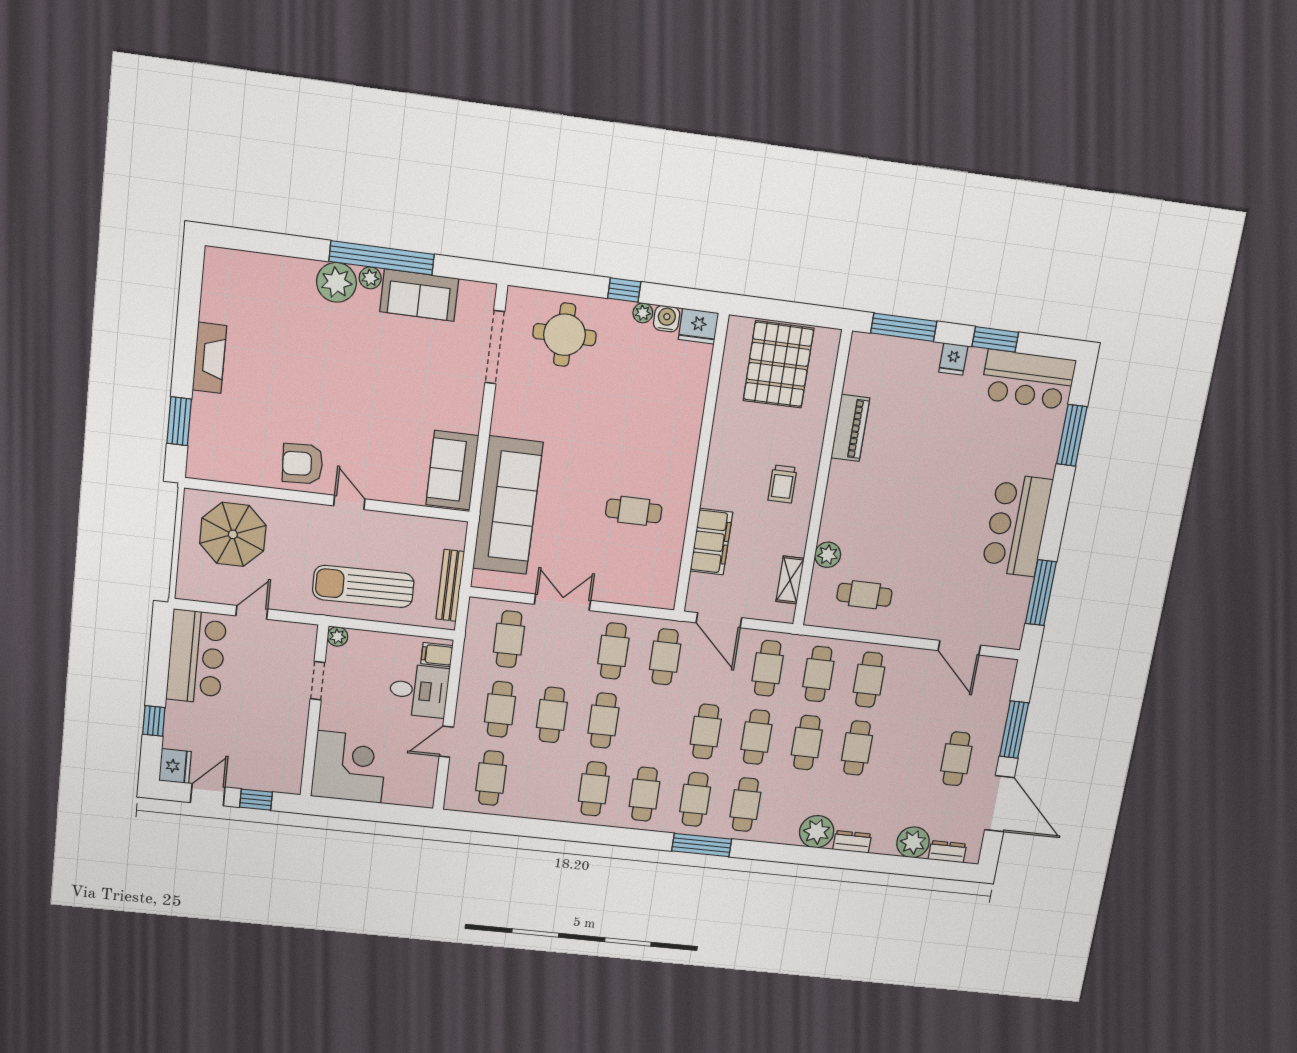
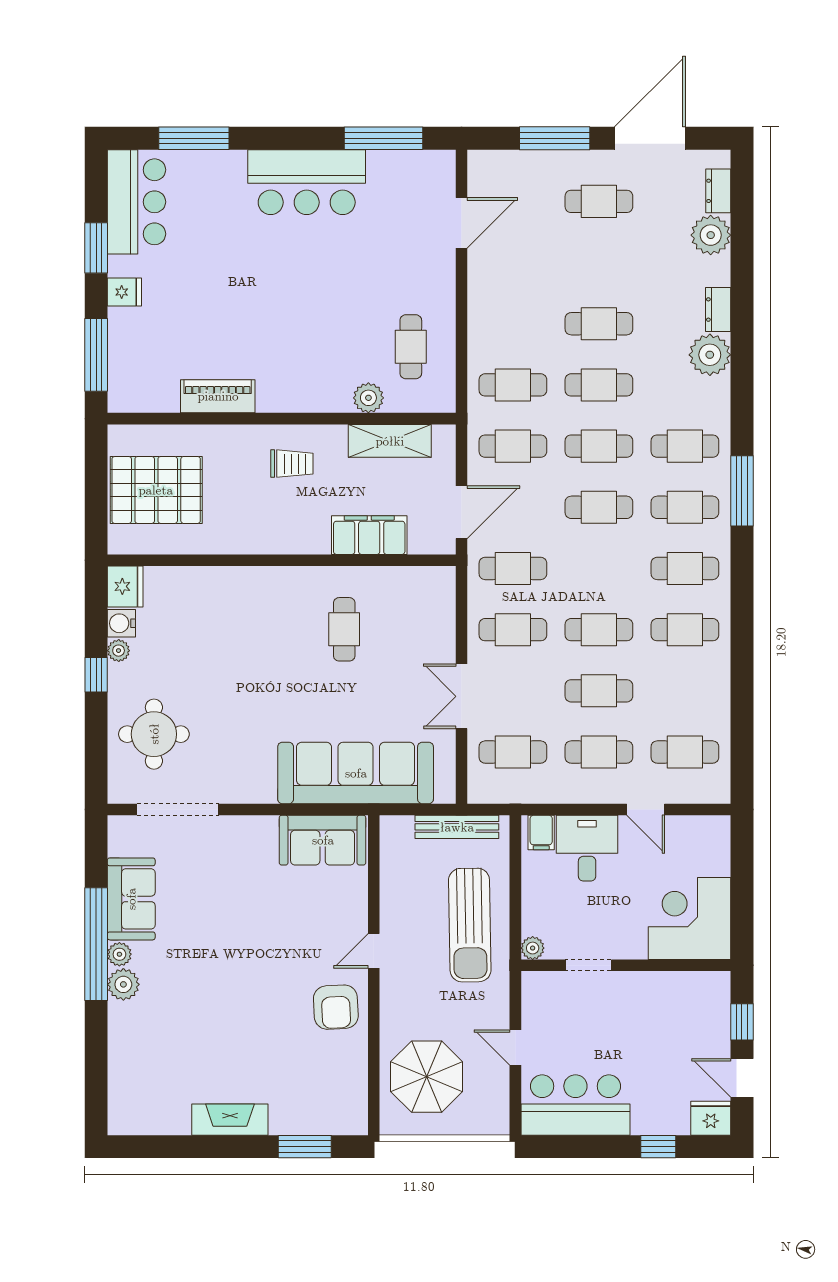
plant: (336, 282) -> (123, 984), width x0.73, depth x0.73
shelving: (790, 580) -> (390, 441), width x1.50, depth x1.33
cafe table: (869, 680) -> (513, 324), removed

